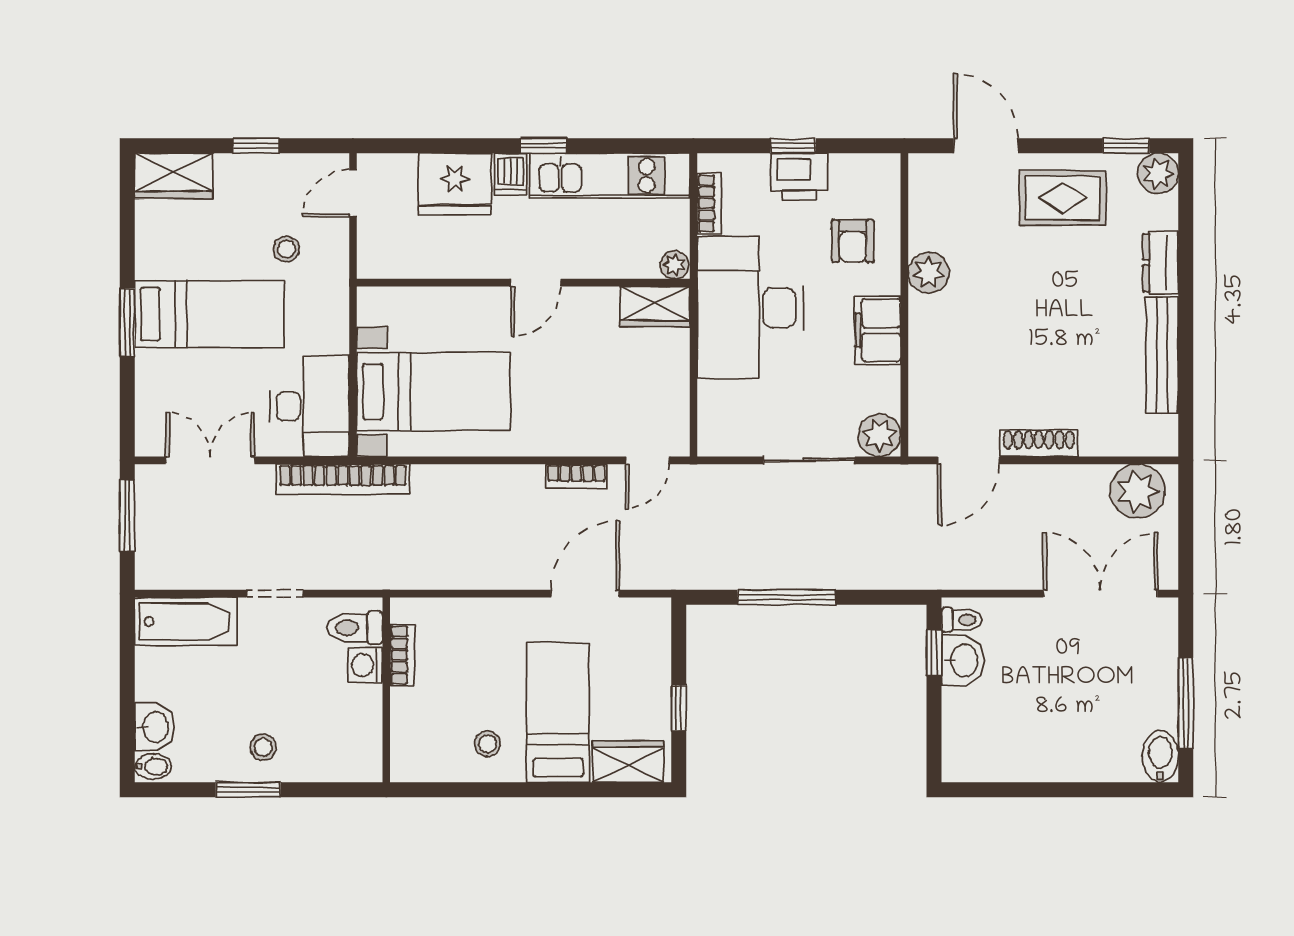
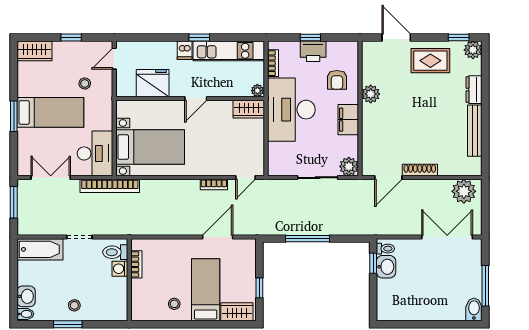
fridge: (455, 184) -> (153, 83), moved, turned 180

